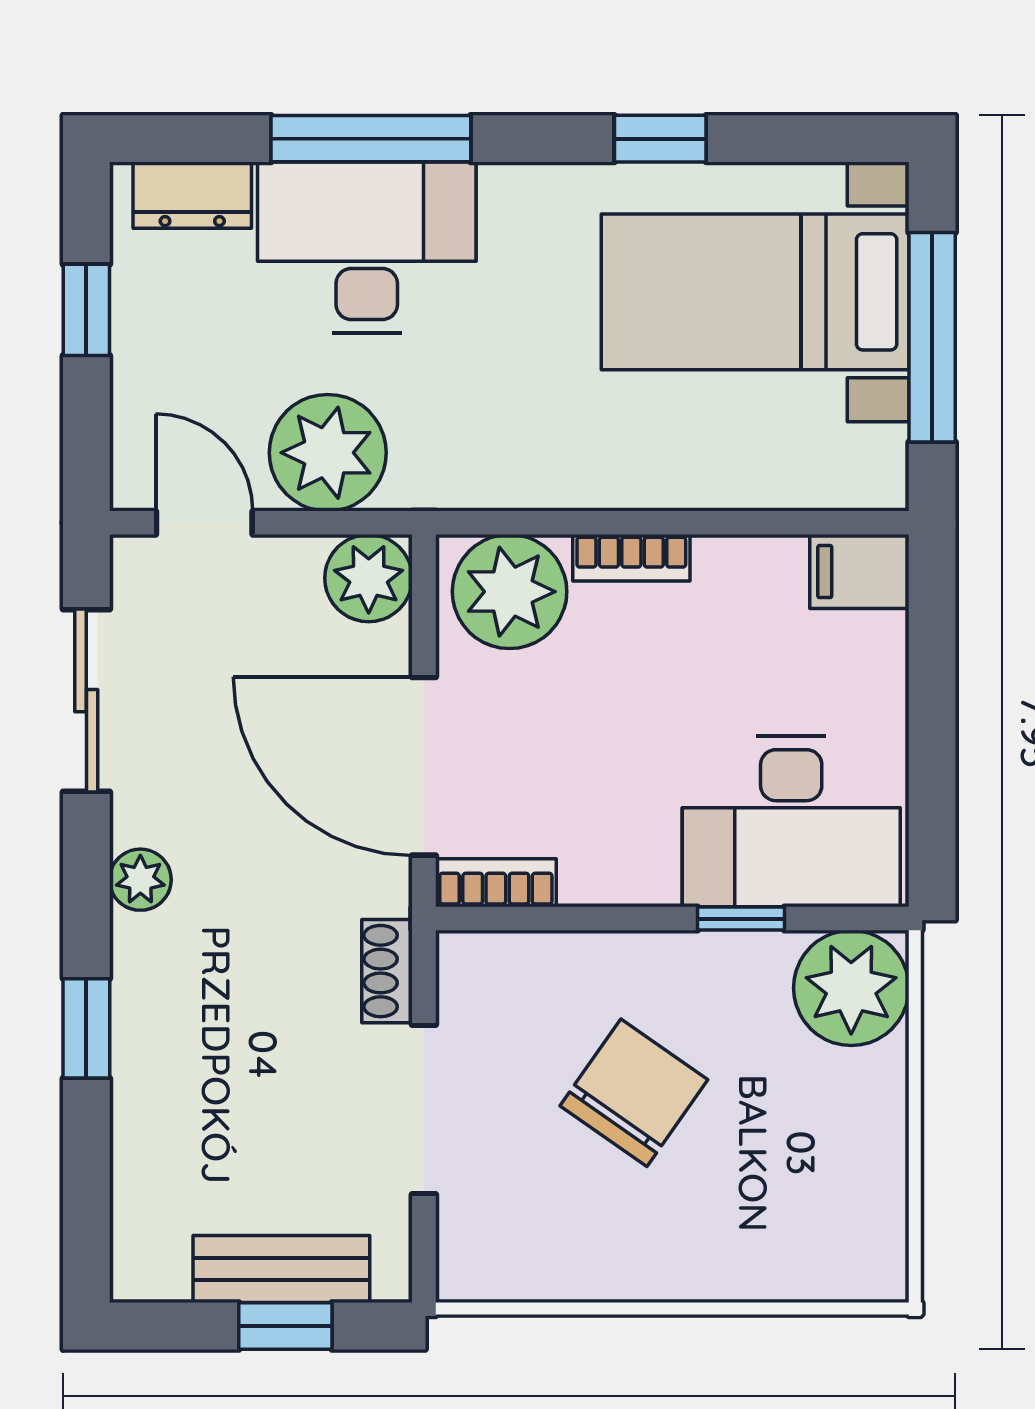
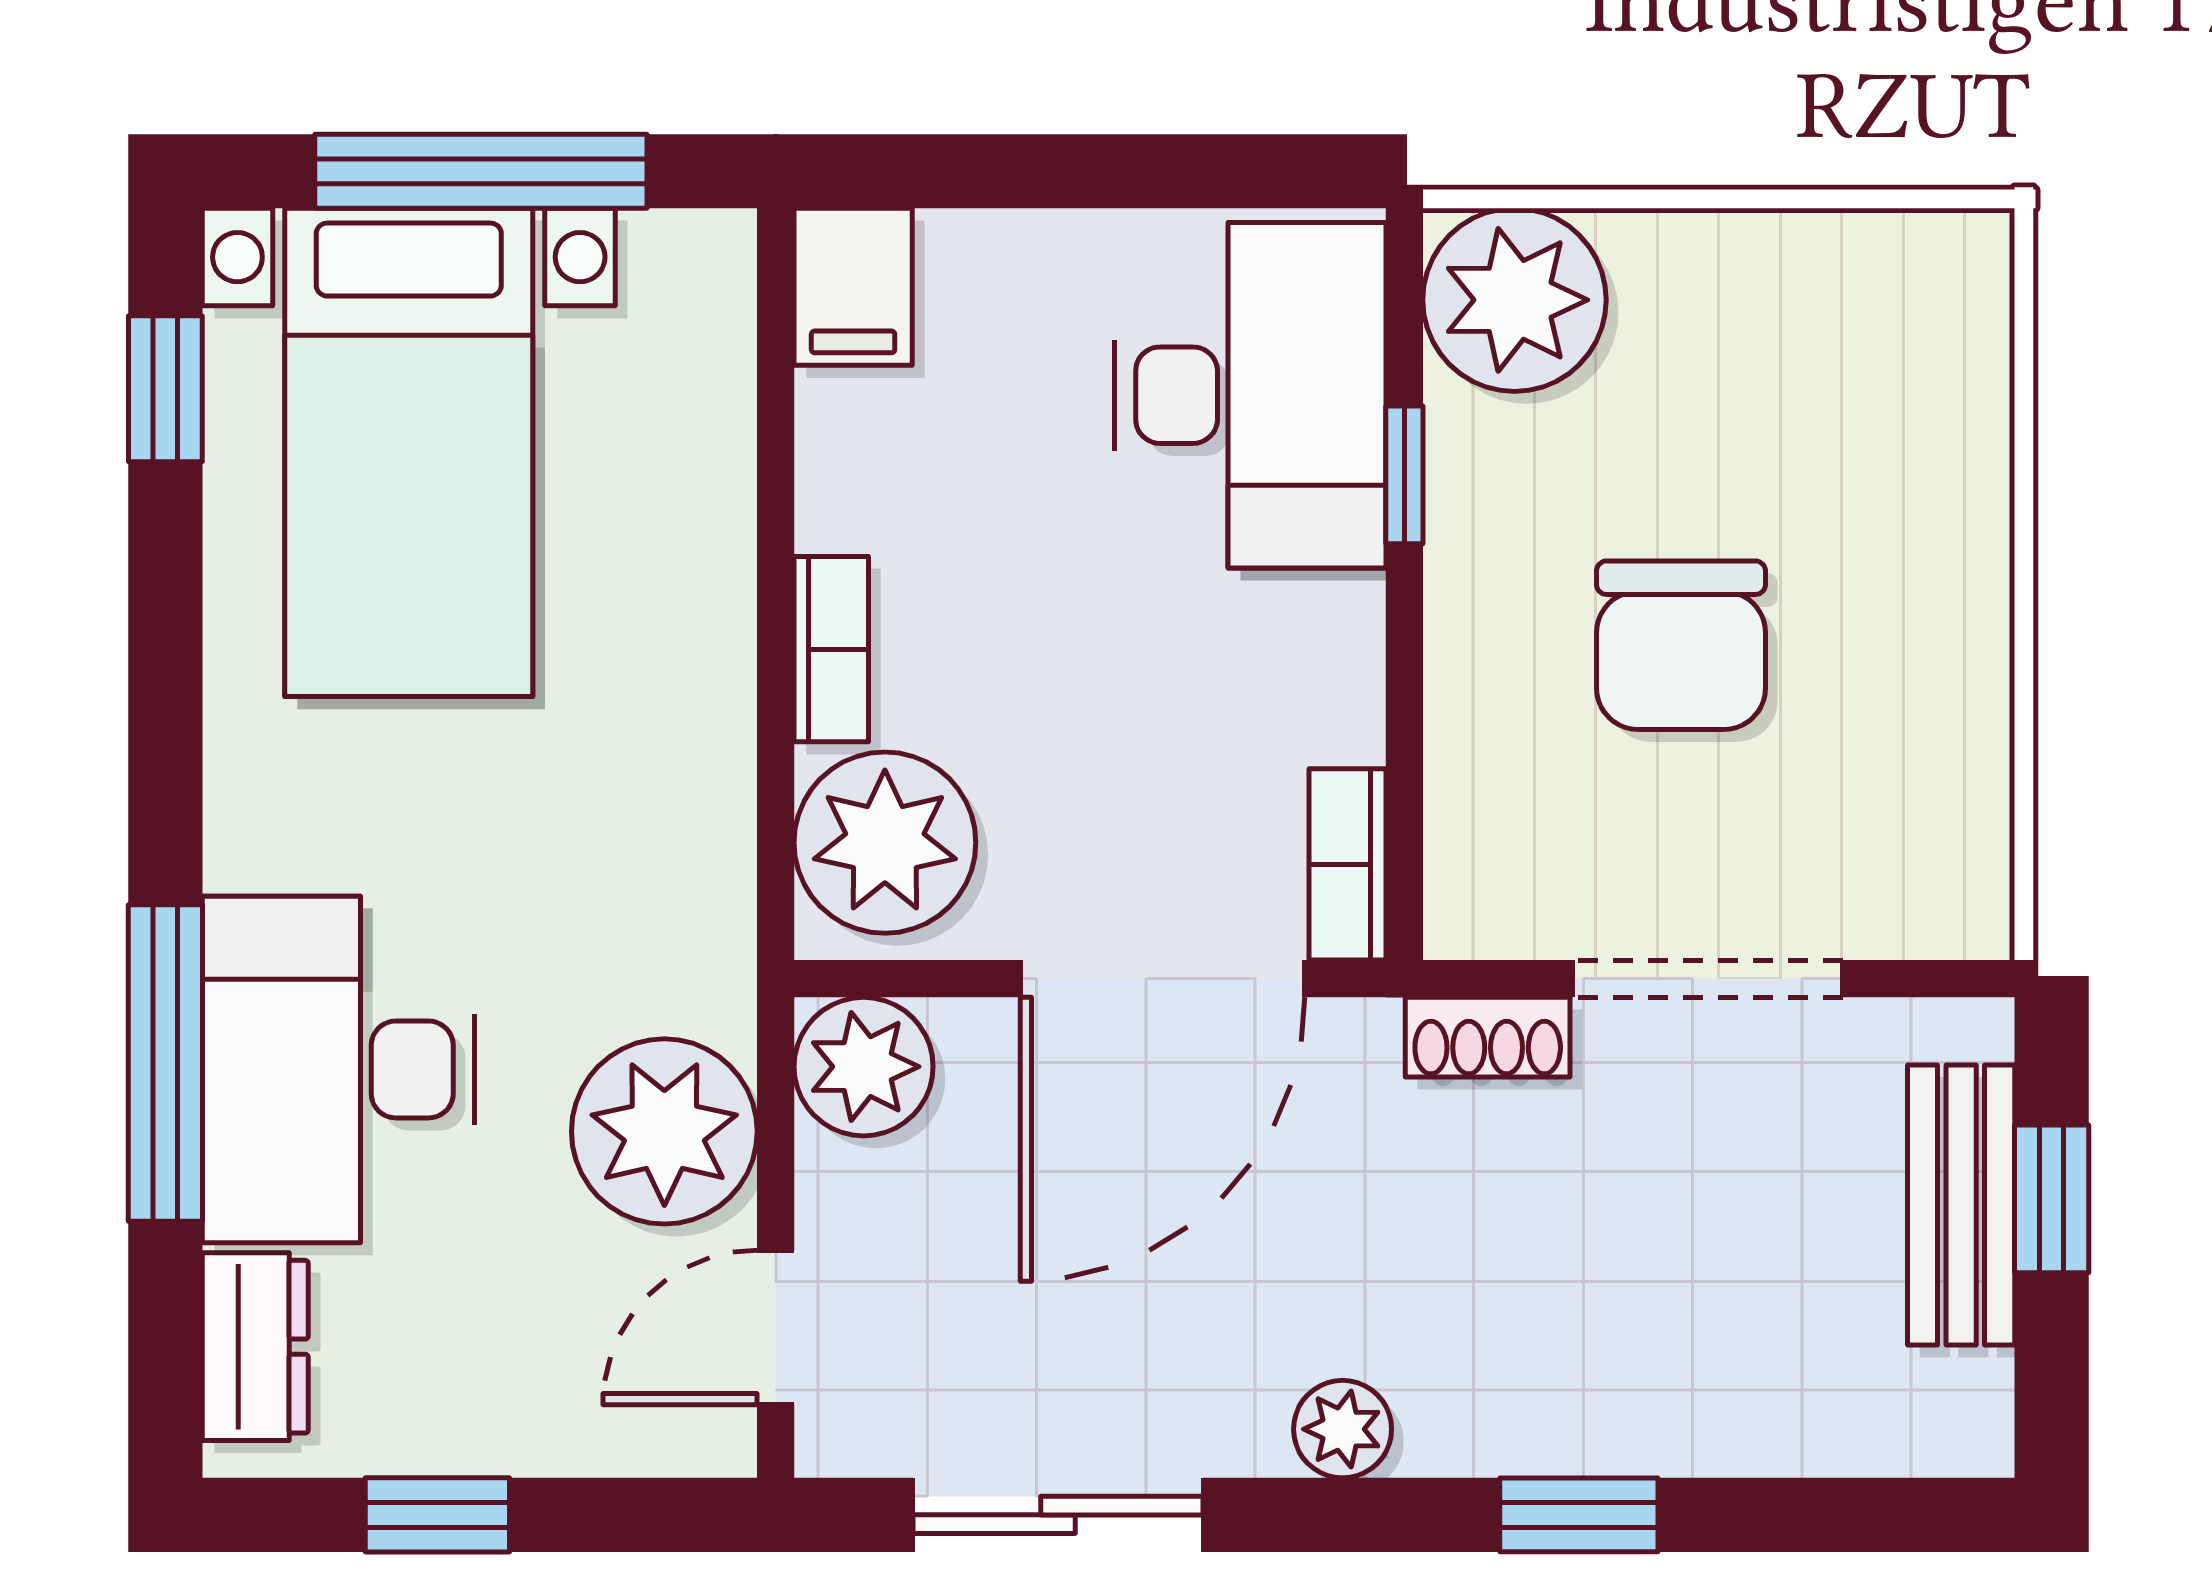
window: (660, 139) -> (165, 389), moved
chair: (634, 1093) -> (1681, 645), turned -125

